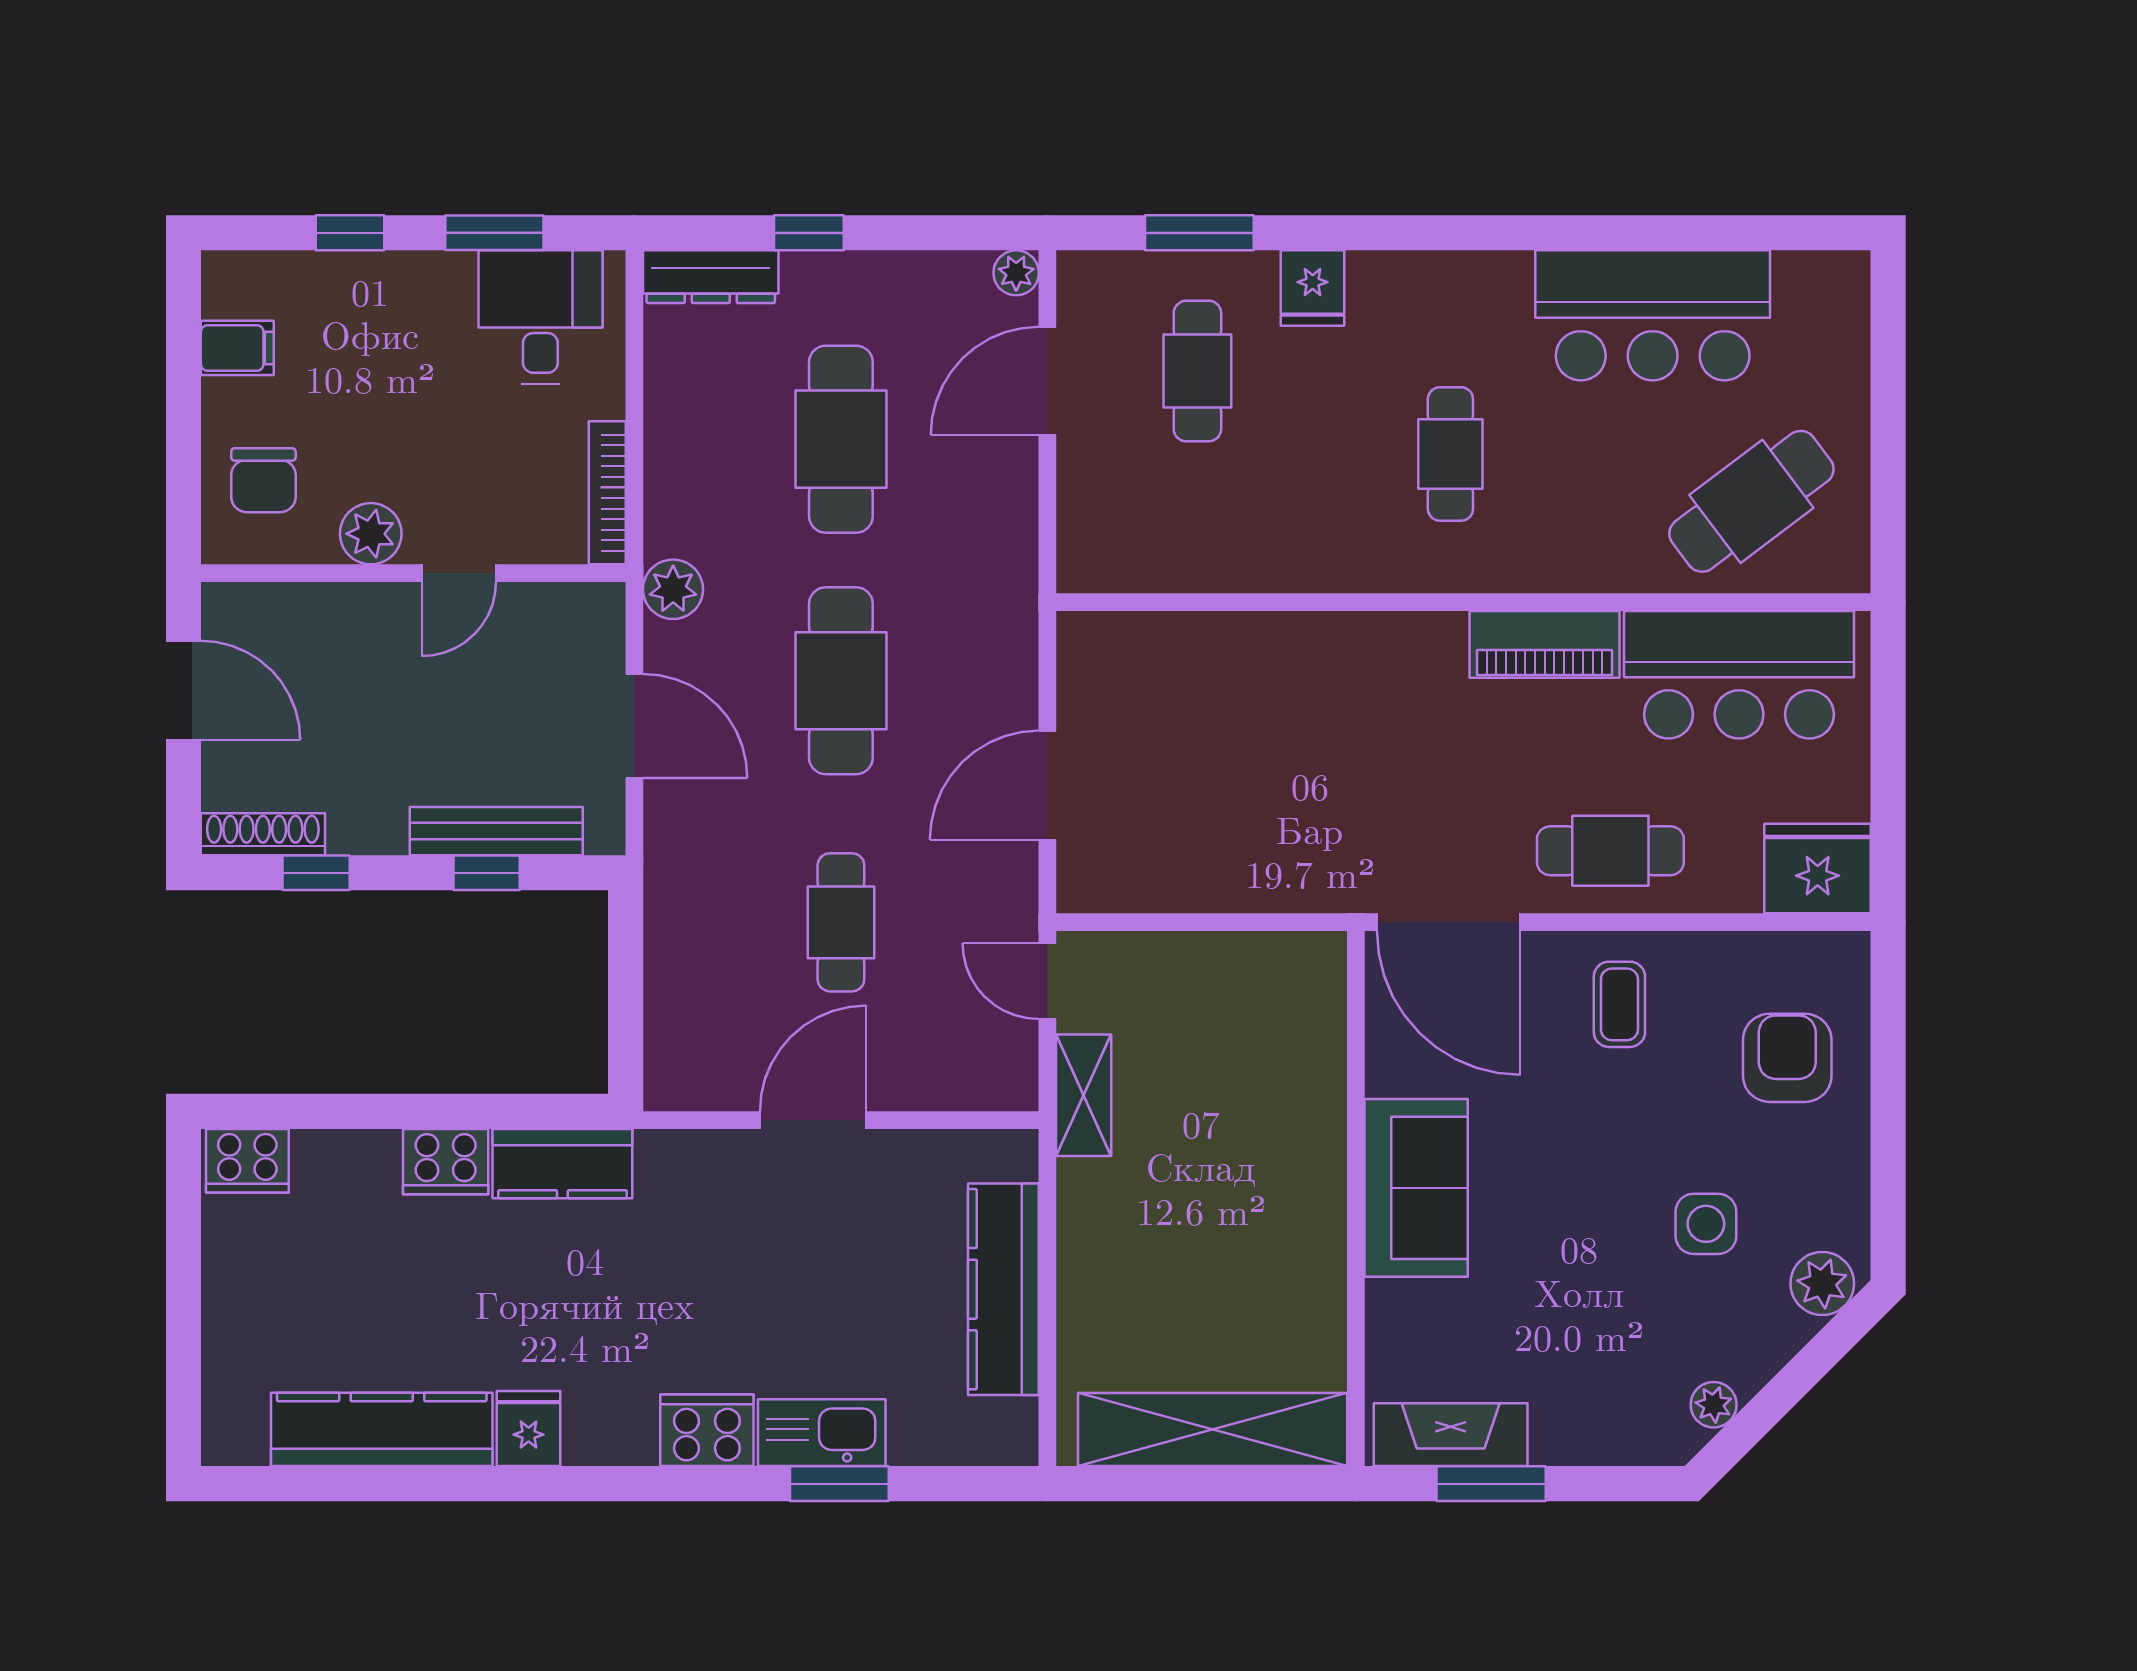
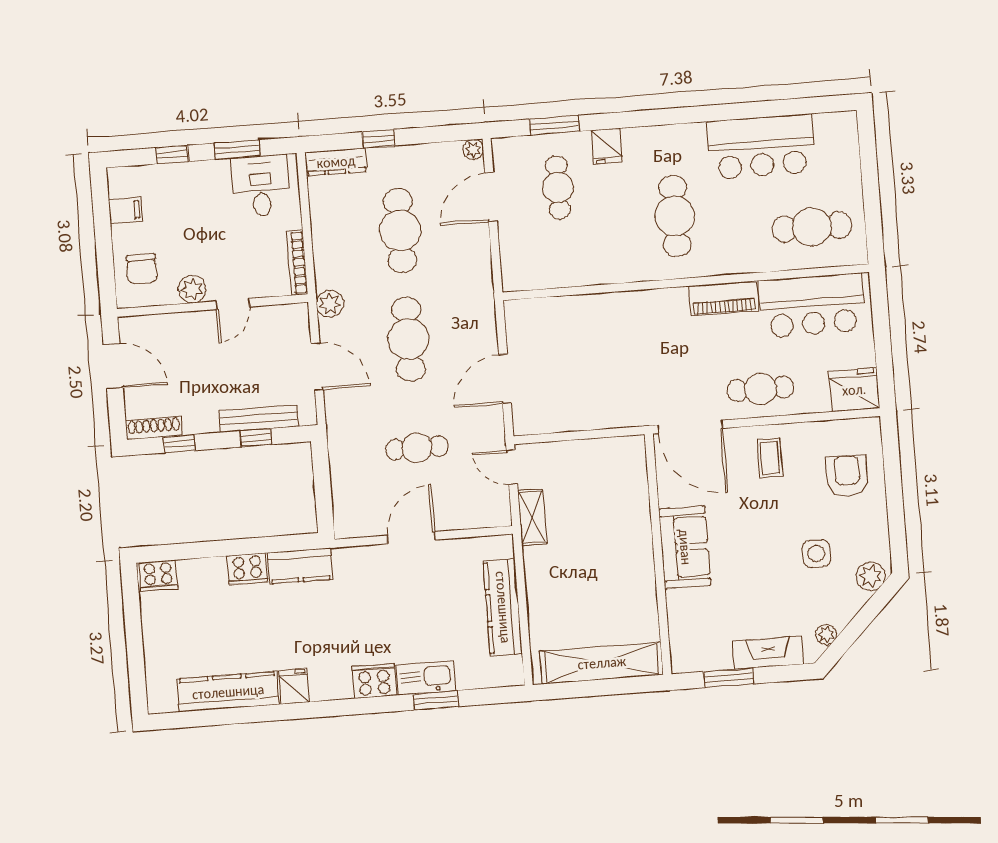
cafe table: (1450, 454) -> (675, 216), width x1.37, depth x1.35
cafe table: (1751, 501) -> (812, 227), turned 37
cafe table: (841, 922) -> (417, 448), turned 90
fireplace: (1451, 1435) -> (768, 653), moved

